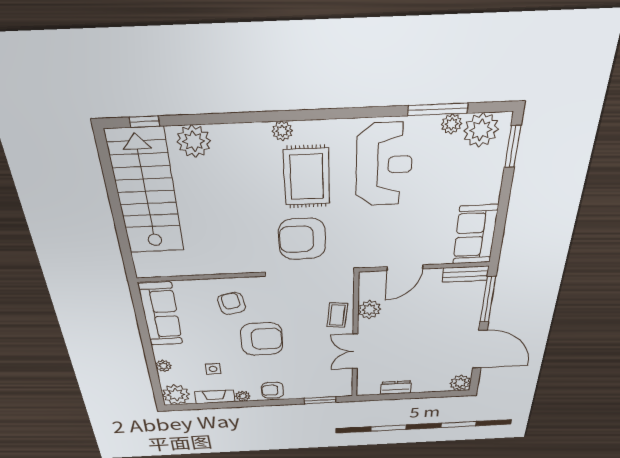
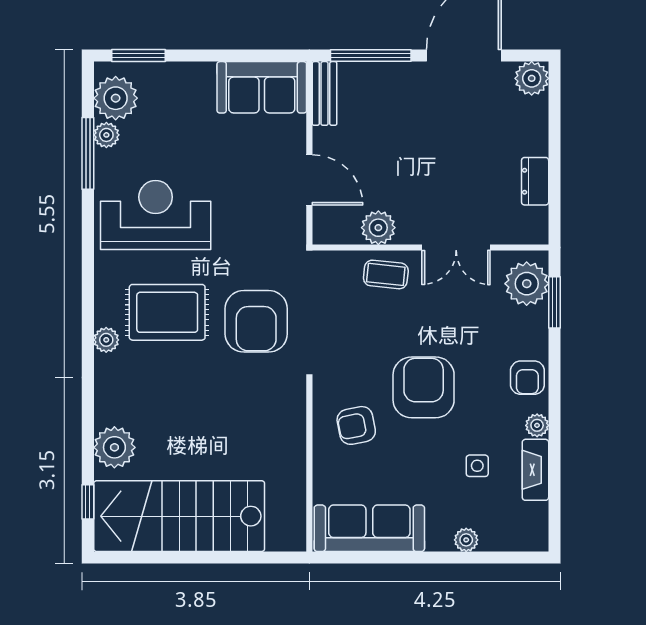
plant: (176, 395) -> (527, 284), moved

